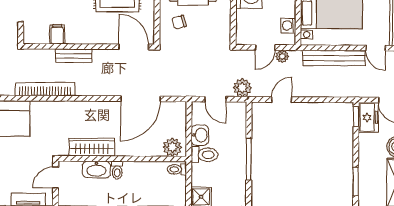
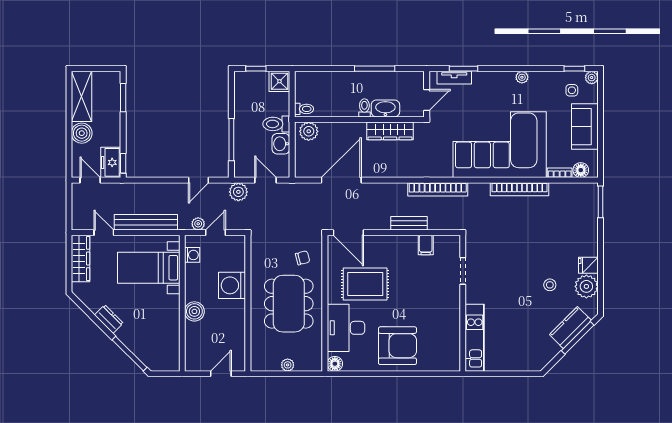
window: (249, 159) -> (231, 140), moved

